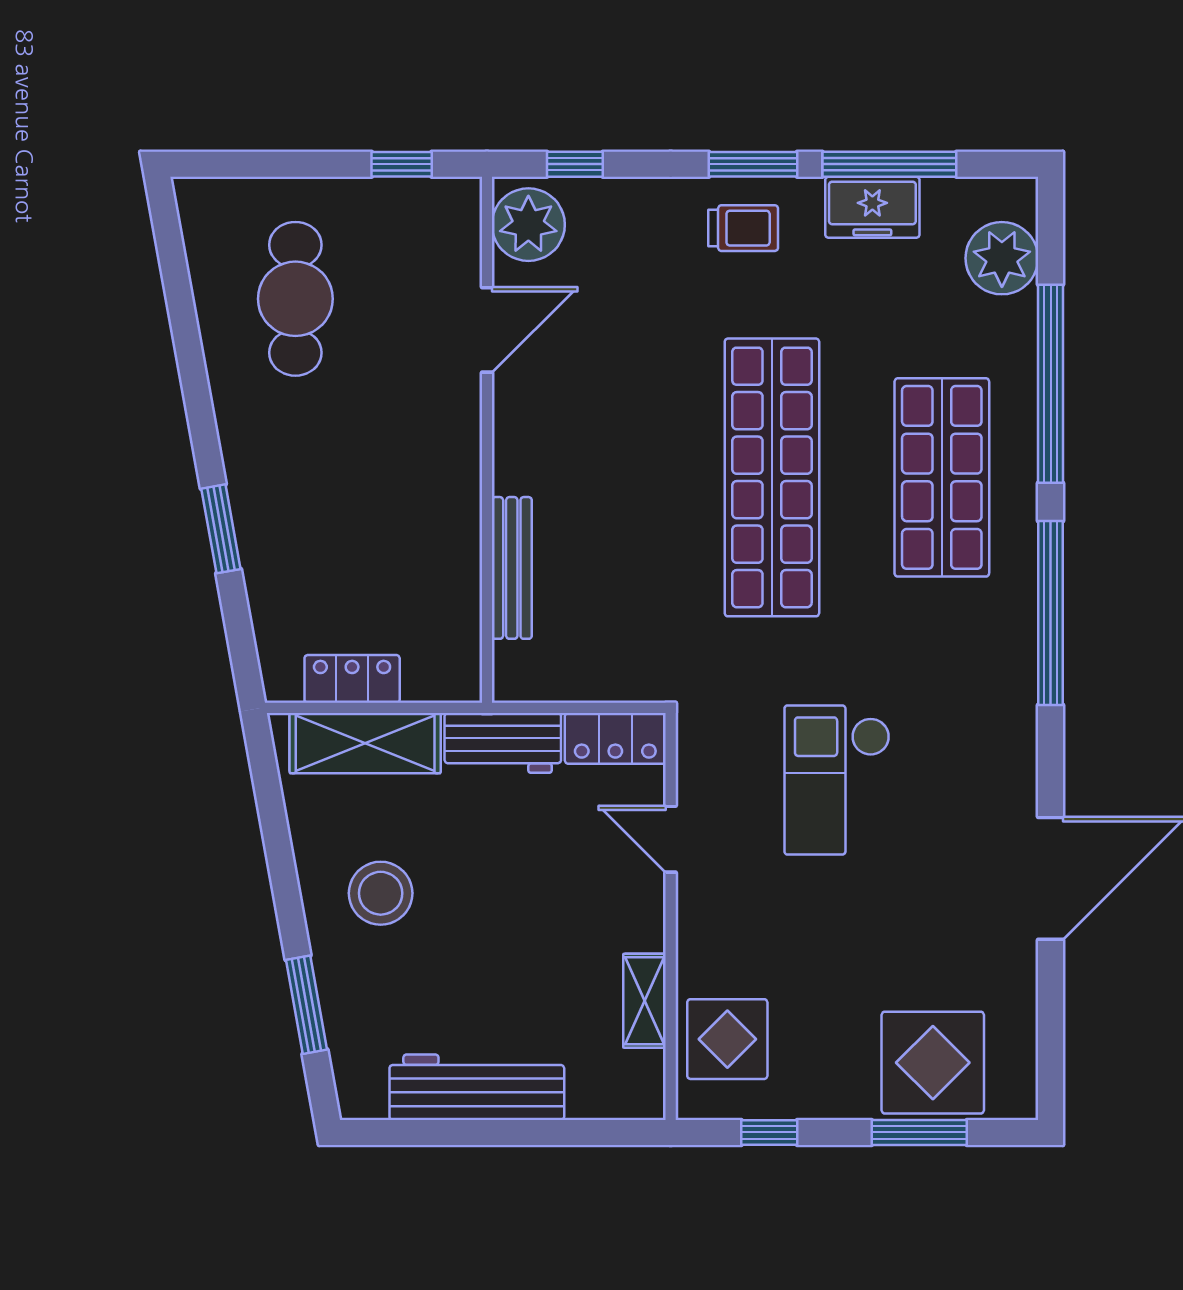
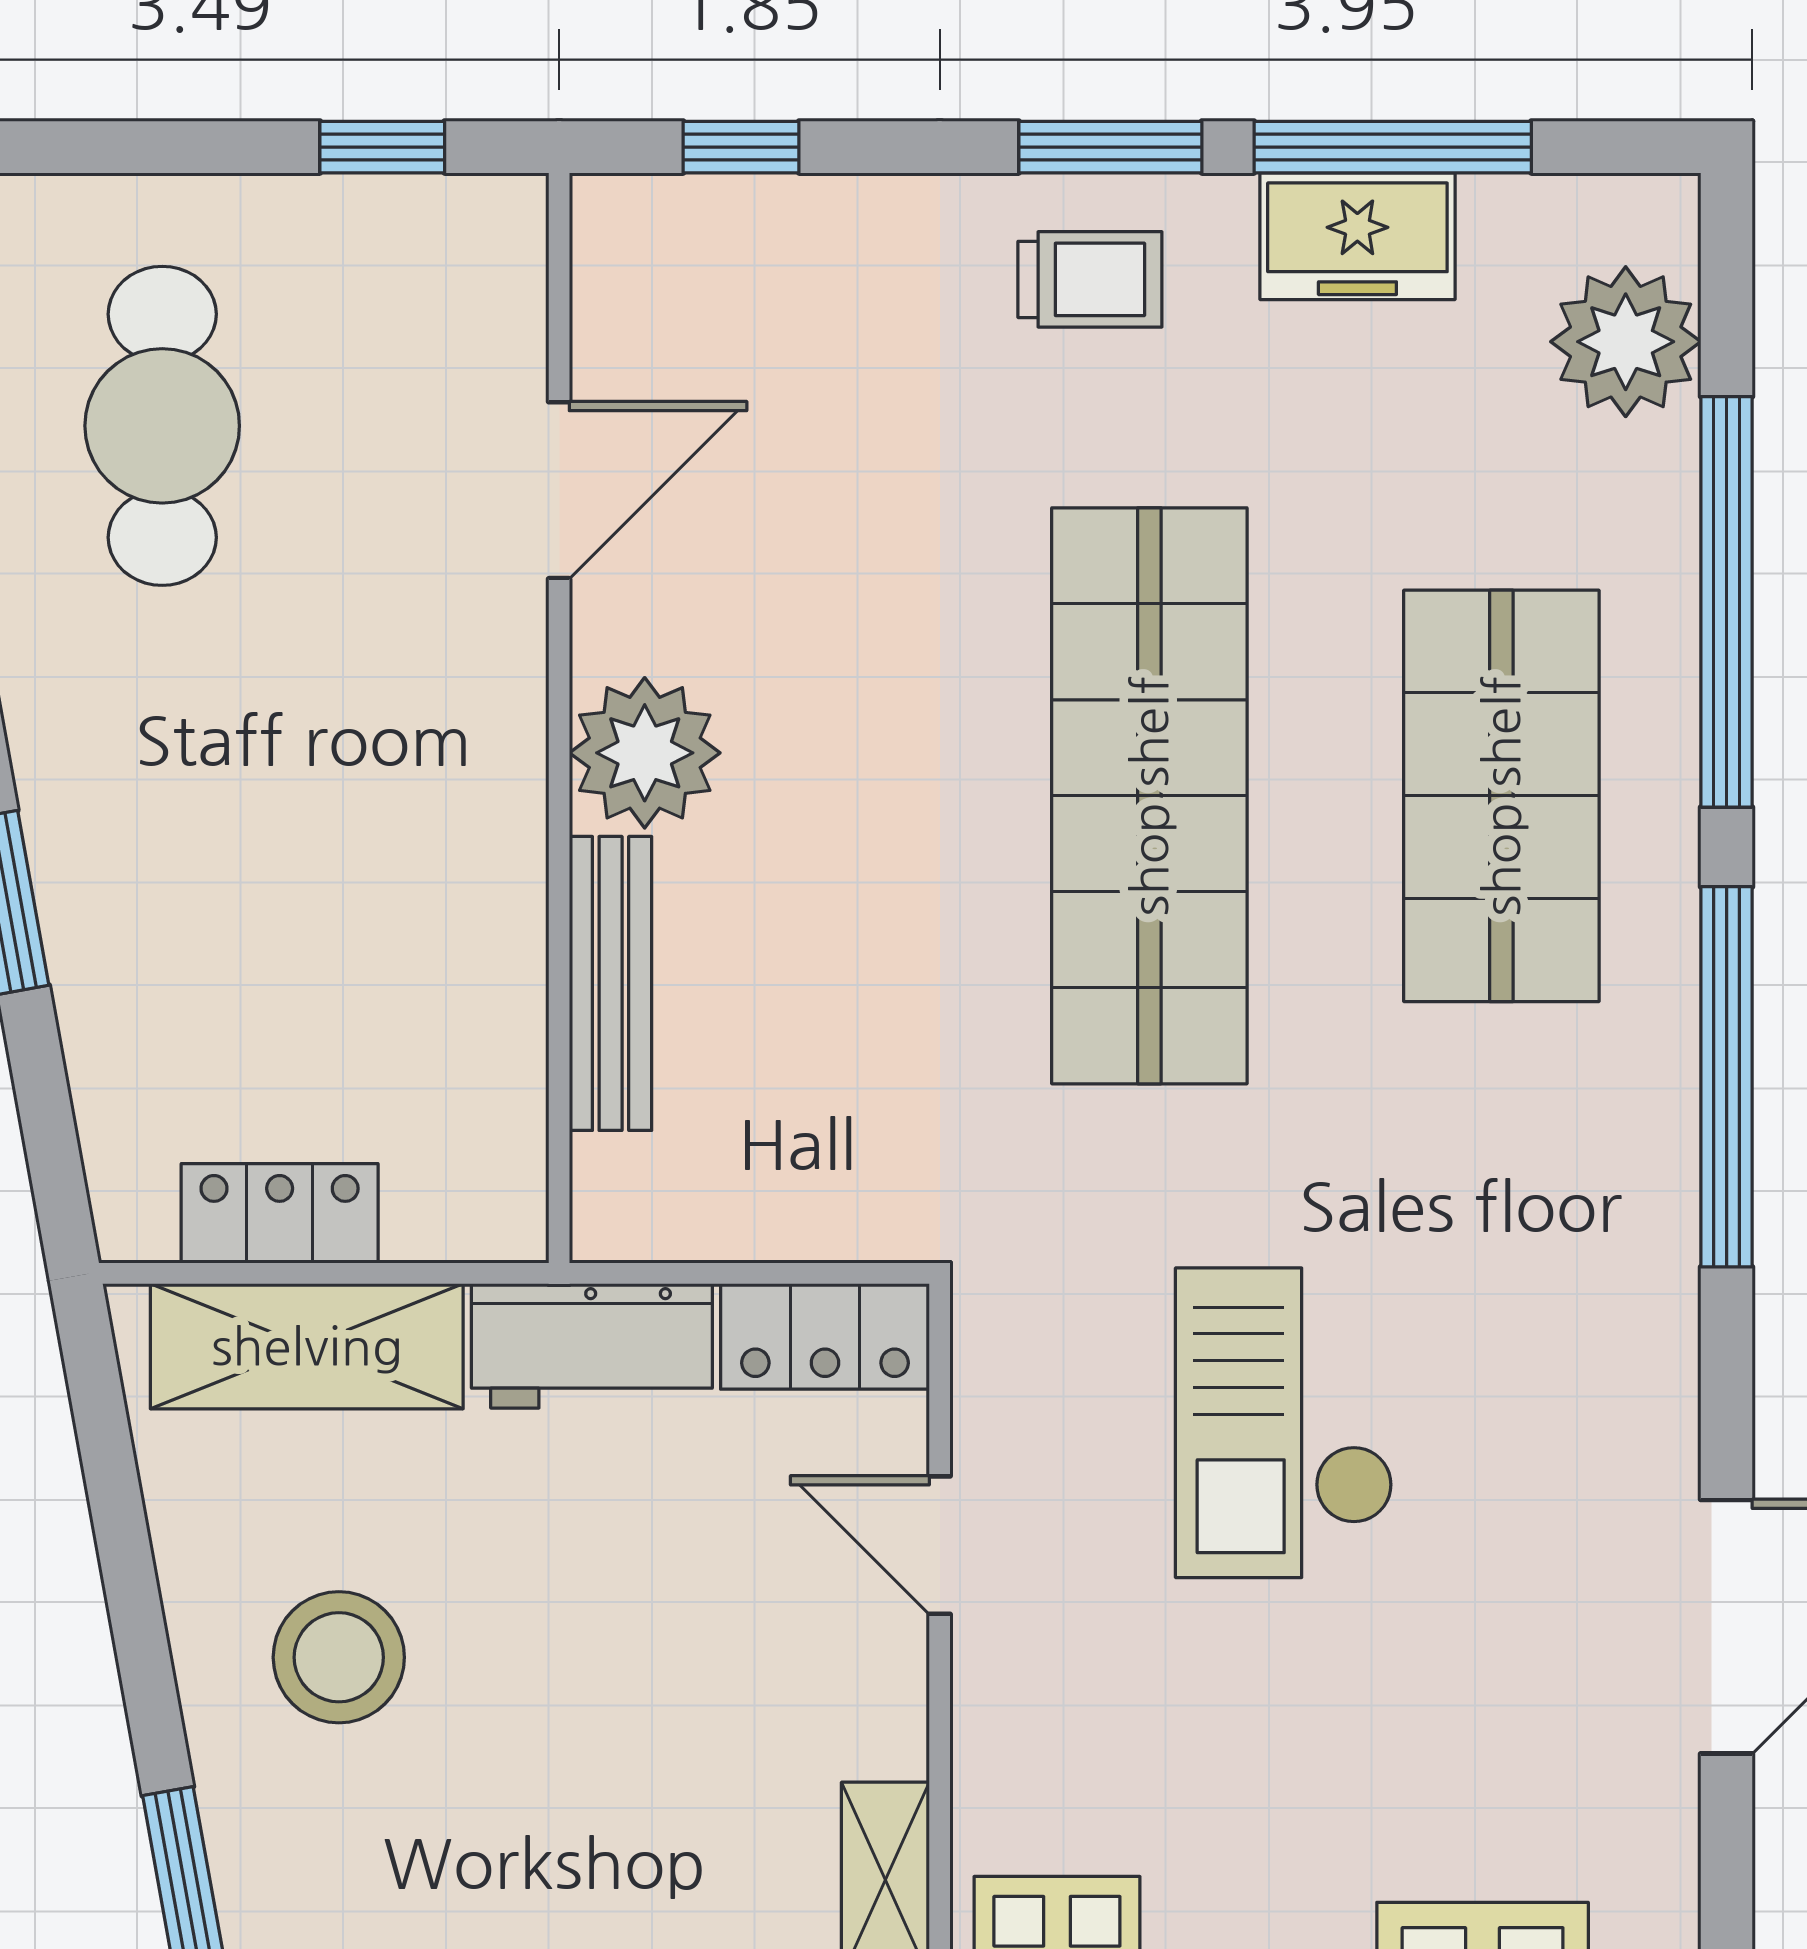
plant: (528, 225) -> (645, 753), moved

